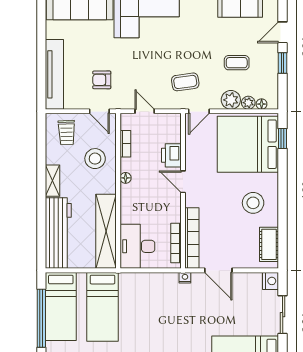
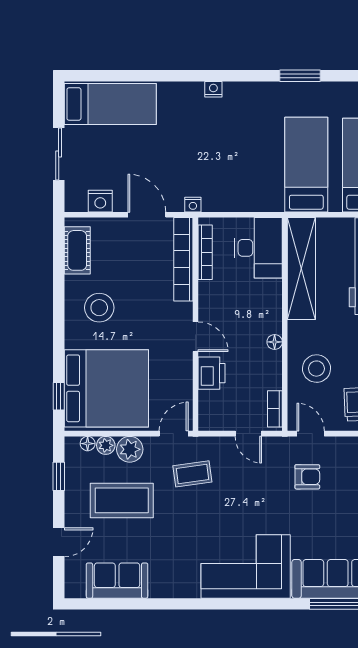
coffee table: (237, 63) -> (122, 500), width x1.86, depth x1.72
window: (283, 63) -> (59, 476), moved
bookcase: (125, 144) -> (275, 409), moved
nightstand: (270, 281) -> (100, 201), moved, turned -90

